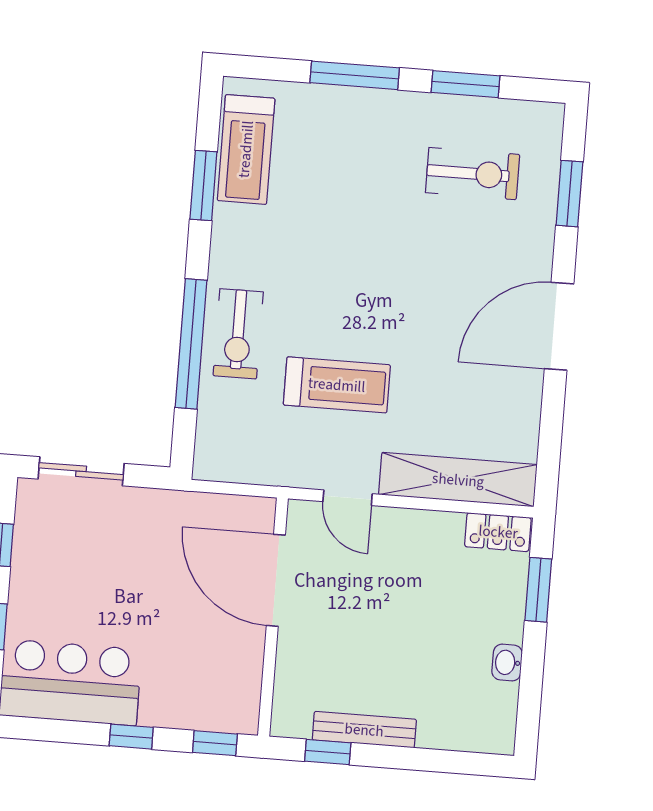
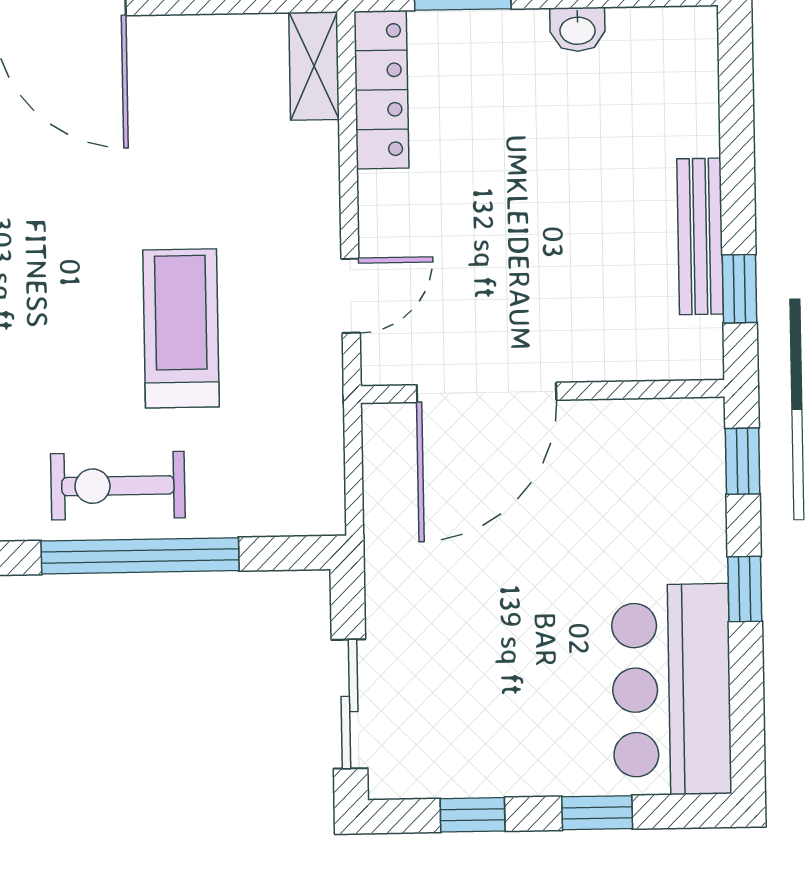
exercise bike: (238, 334) -> (118, 486), turned 180
shelving: (458, 480) -> (314, 66), width x0.45, depth x0.75
locker: (498, 532) -> (381, 90), width x1.53

